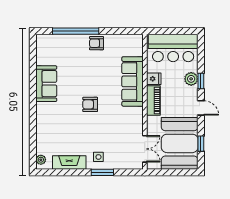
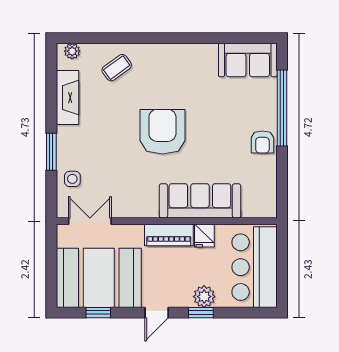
armchair: (96, 43) -> (262, 142), turned 180
sofa: (46, 84) -> (248, 60), moved
armchair: (90, 104) -> (162, 132), width x1.88, depth x1.88
coffee table: (51, 132) -> (117, 68), added
double door: (145, 149) -> (90, 221), swing flipped
side table: (98, 157) -> (72, 179), moved

